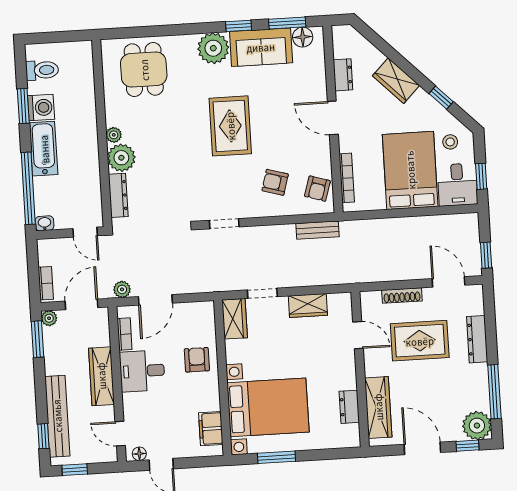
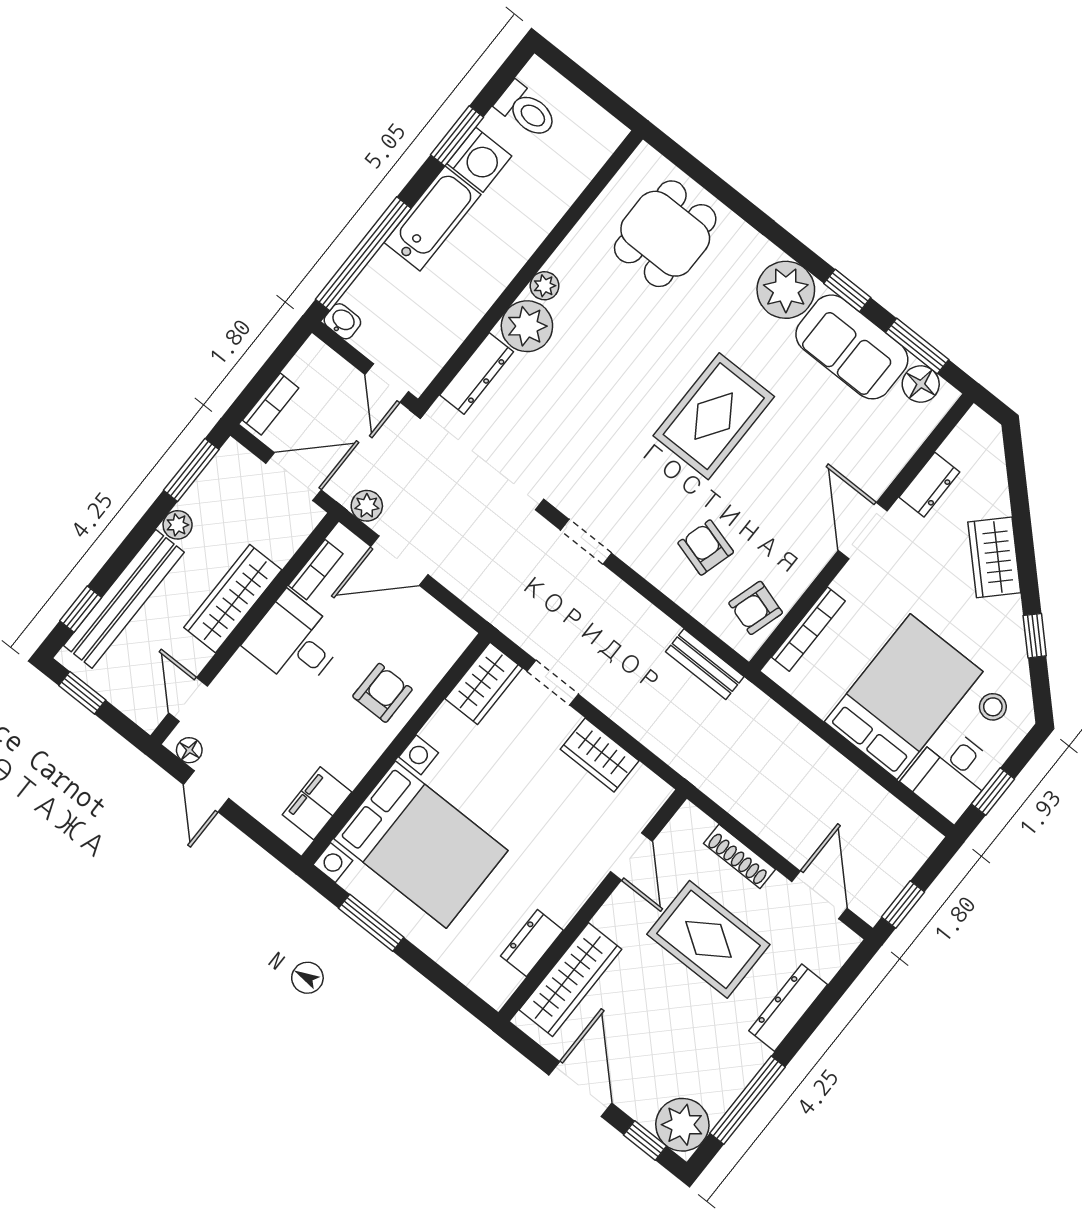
plant: (49, 318) -> (178, 525), moved

